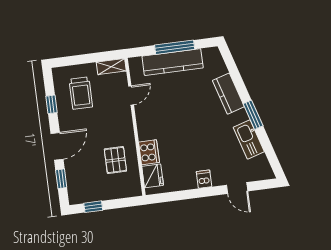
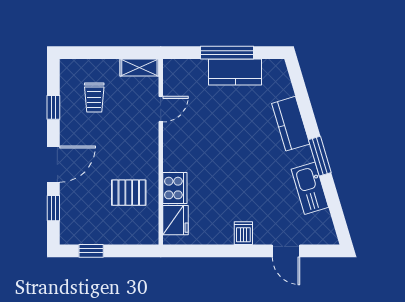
kitchen counter: (173, 62) -> (235, 72), width x0.67
trolley: (81, 93) -> (94, 97), width x0.73, depth x0.72
pallet: (115, 160) -> (129, 193), turned 90

